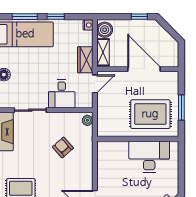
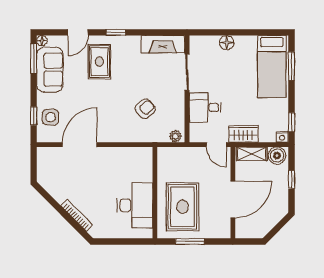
window: (56, 17) -> (292, 122), moved
window: (139, 17) -> (292, 179), moved

